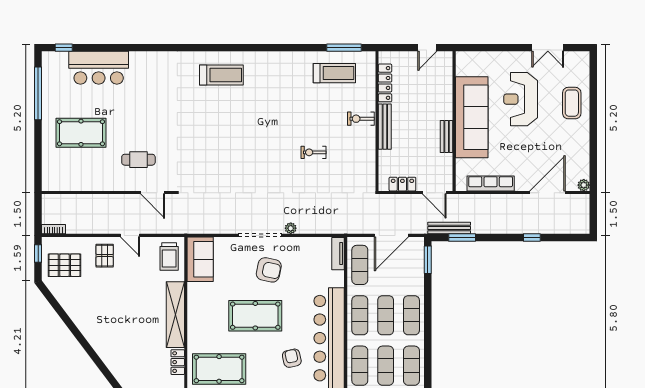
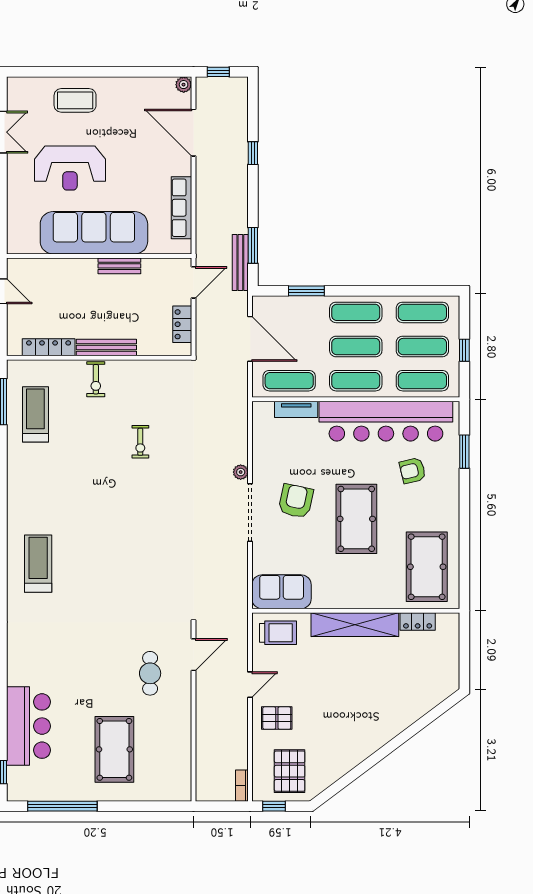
window: (593, 211) -> (218, 72), added
tv unit: (338, 254) -> (296, 409), moved
window: (428, 260) -> (306, 291), moved

